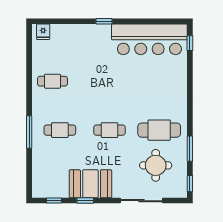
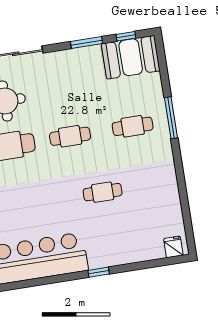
cafe table: (52, 81) -> (103, 192), moved
booth: (90, 184) -> (131, 57), moved
window: (85, 201) -> (87, 43), width x1.50

